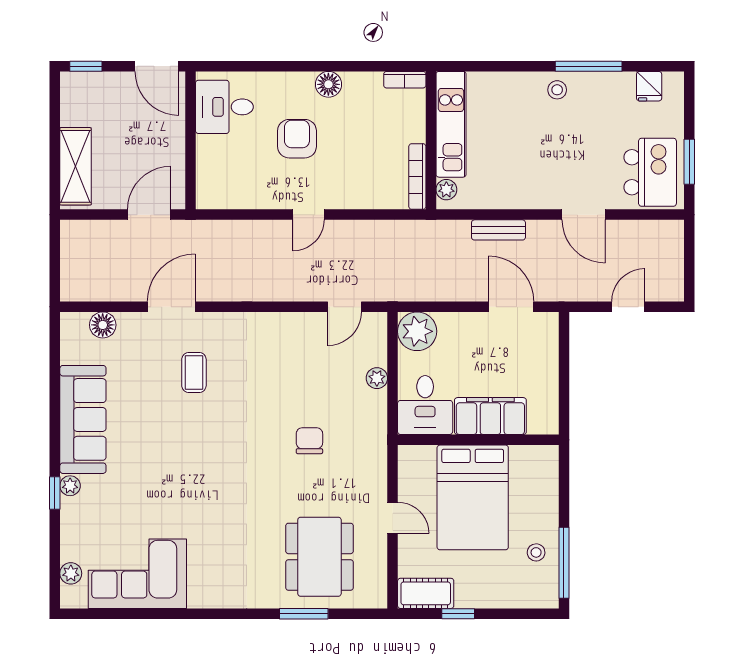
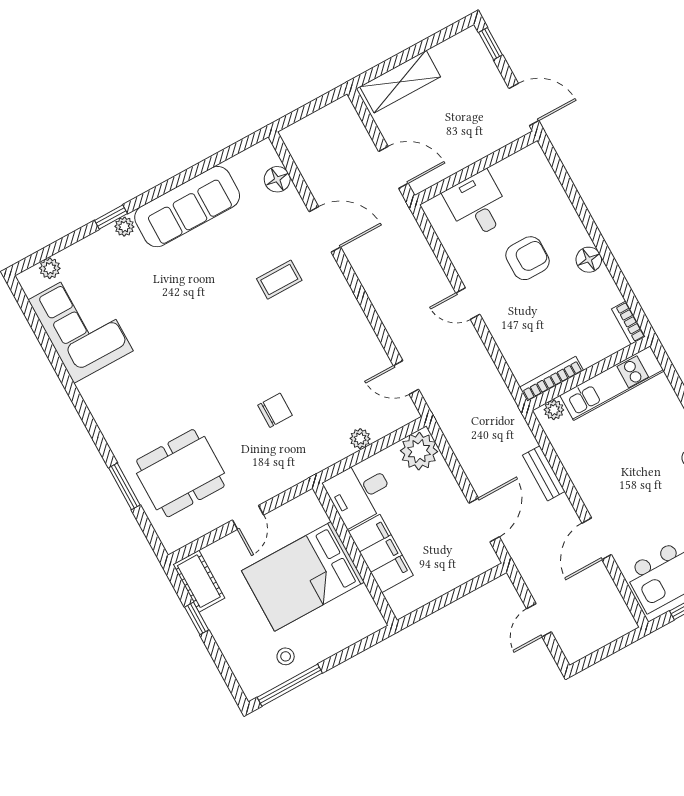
door: (157, 66) -> (524, 104), swing flipped
desk: (224, 107) -> (477, 205), moved
door: (628, 307) -> (539, 620), swing flipped

